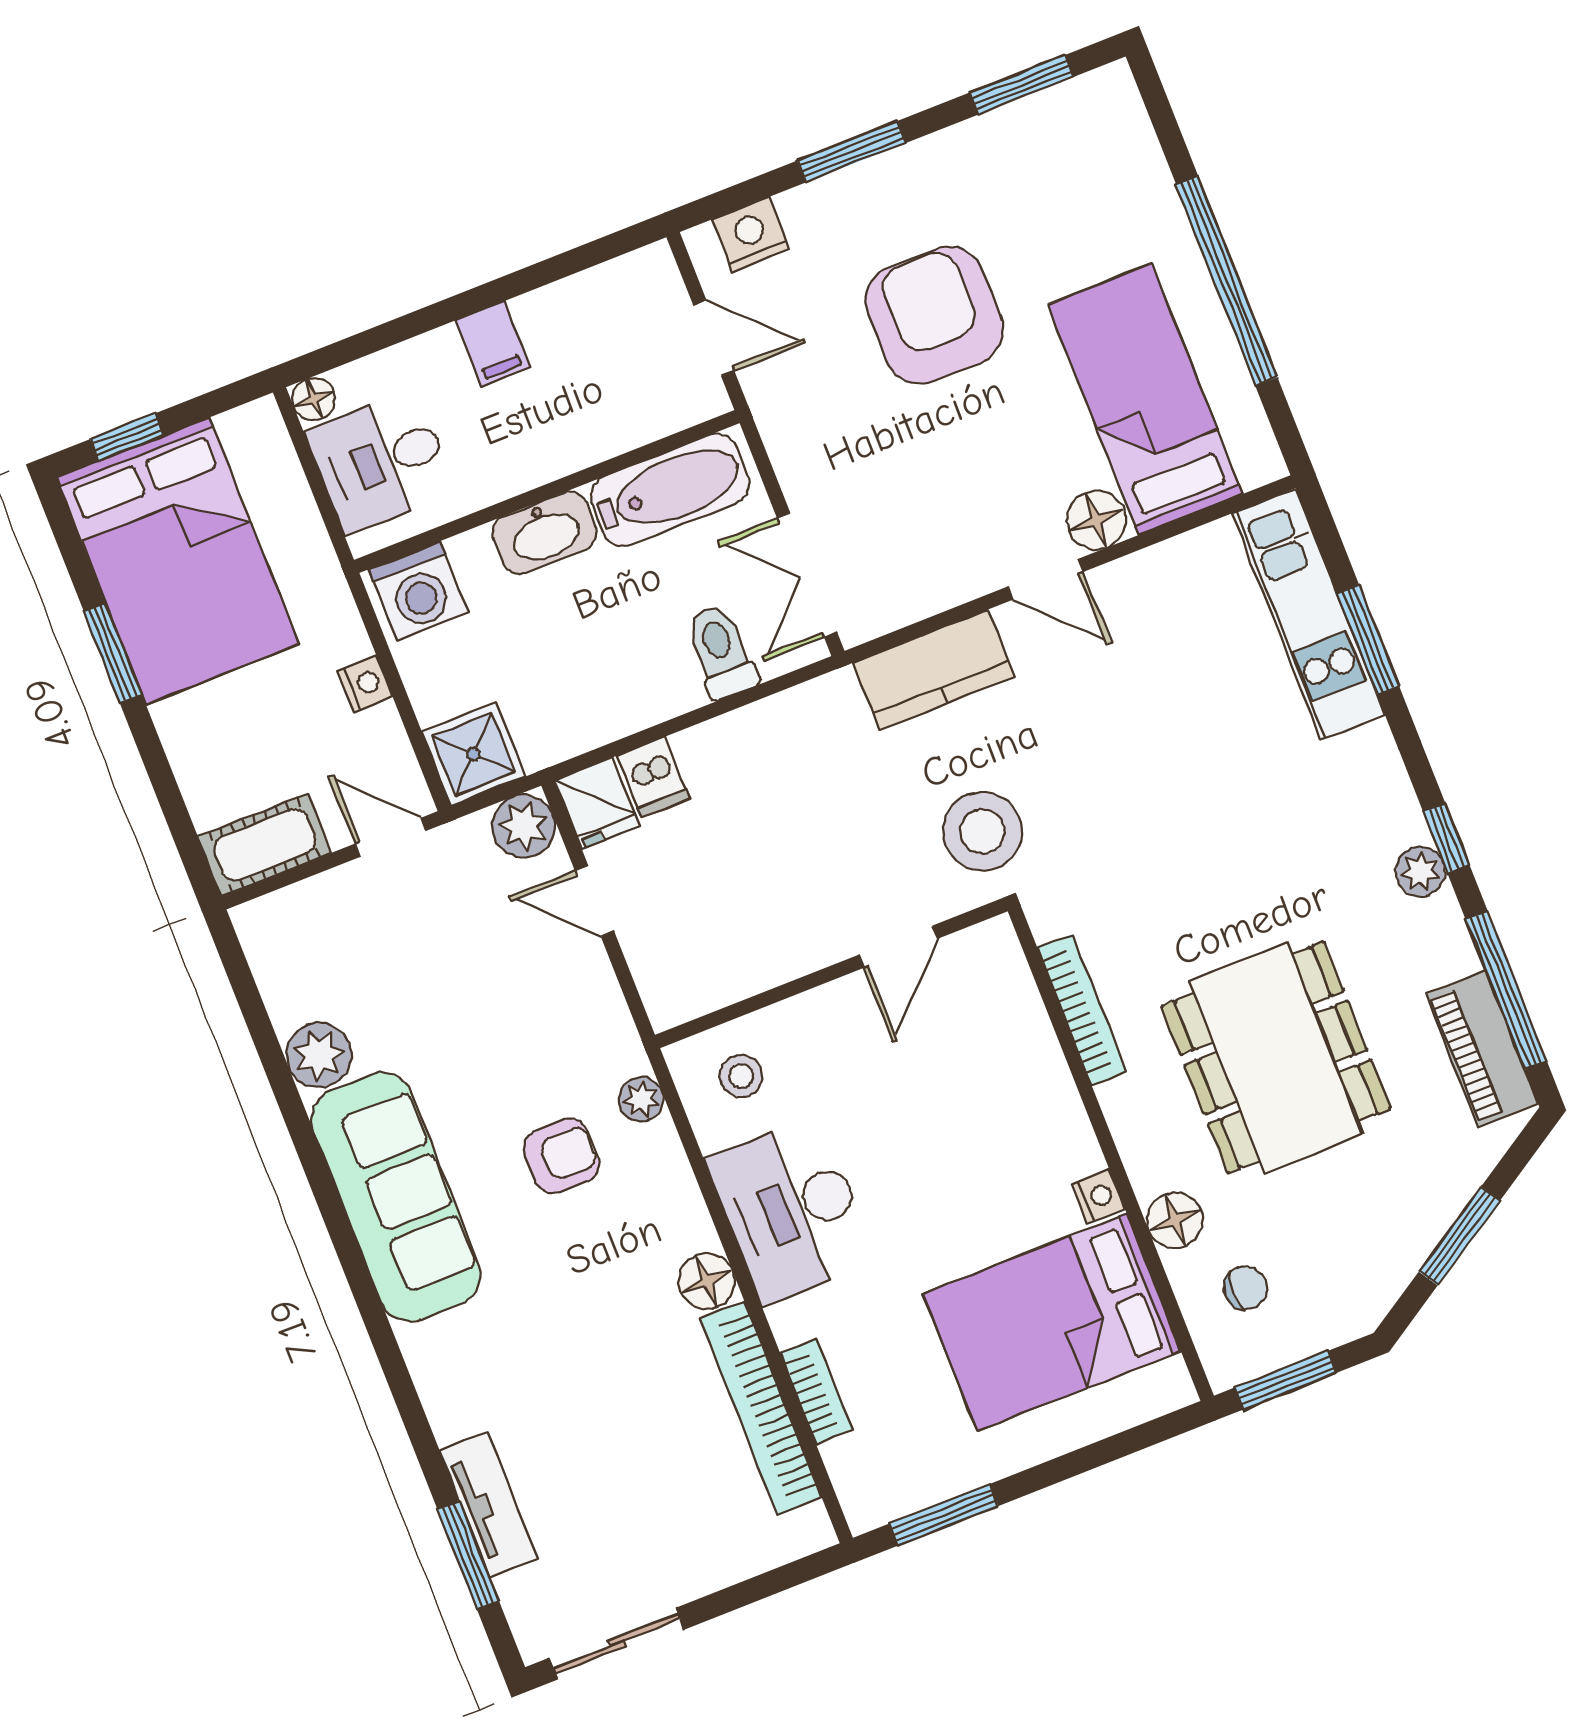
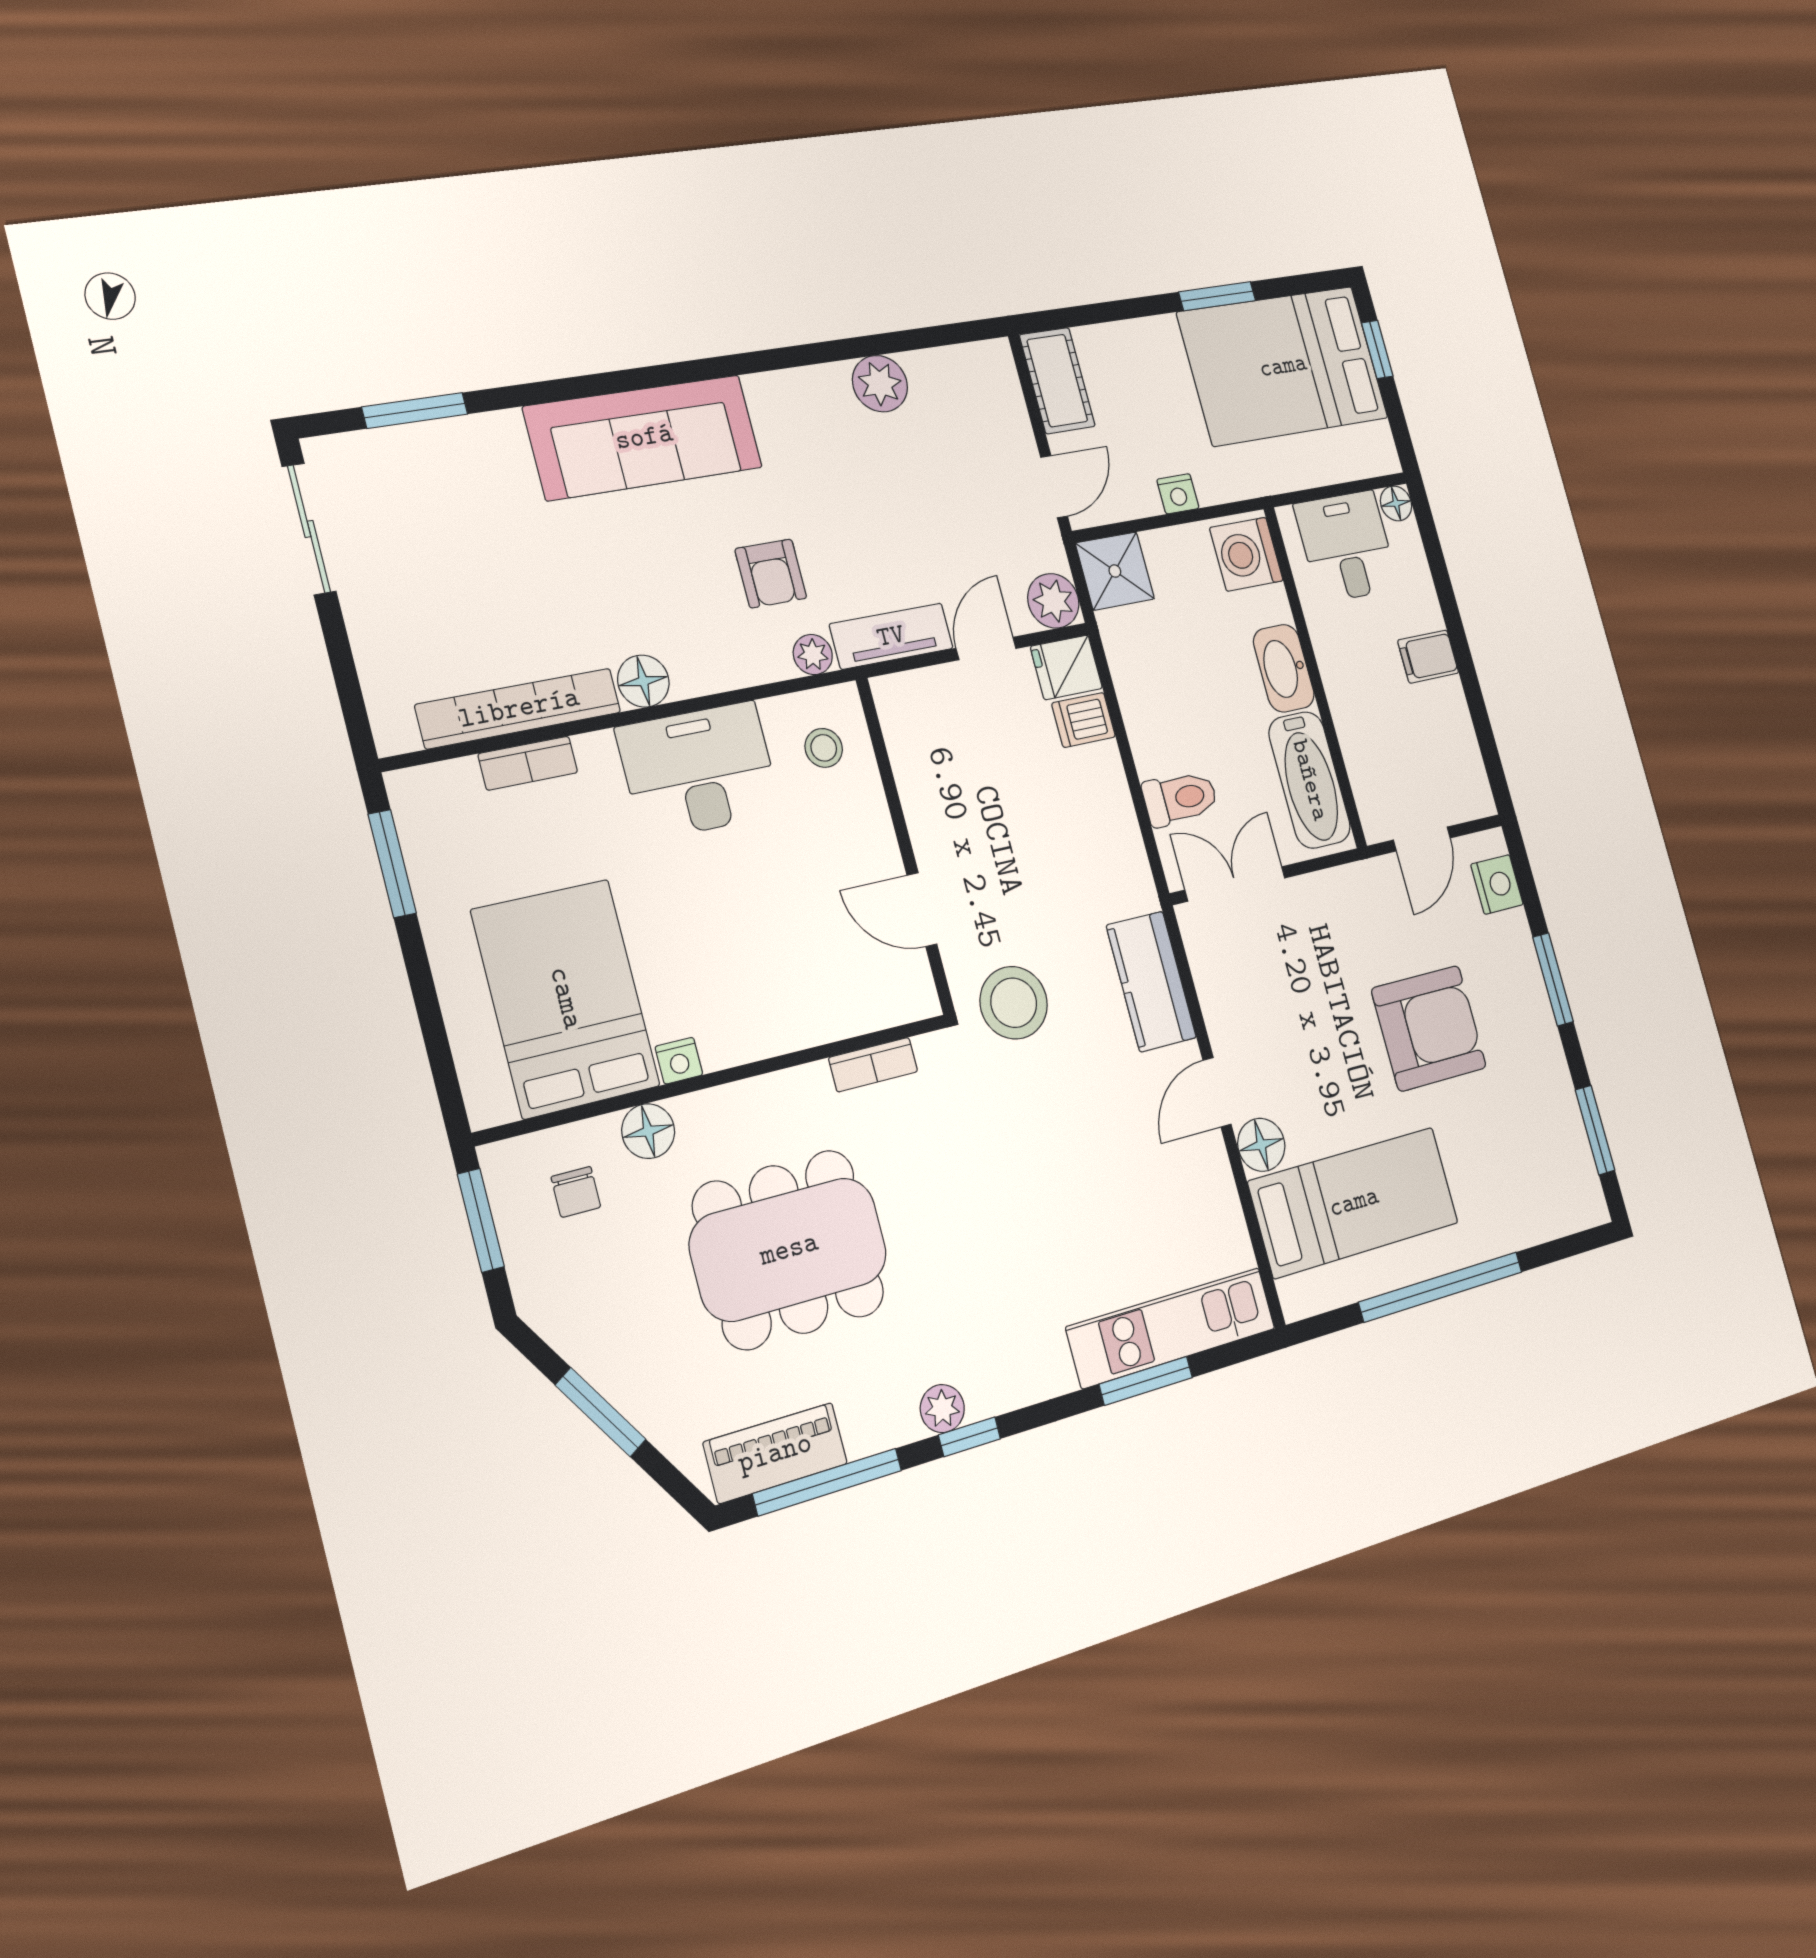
bookcase: (1082, 1010) -> (873, 1065), width x0.64
sofa: (396, 1197) -> (644, 437), moved
tv unit: (489, 1504) -> (891, 636), moved, turned 180

